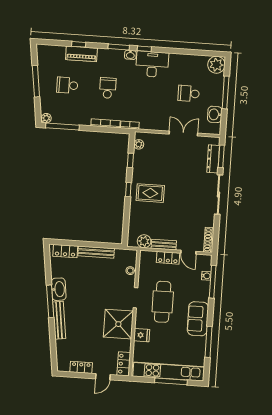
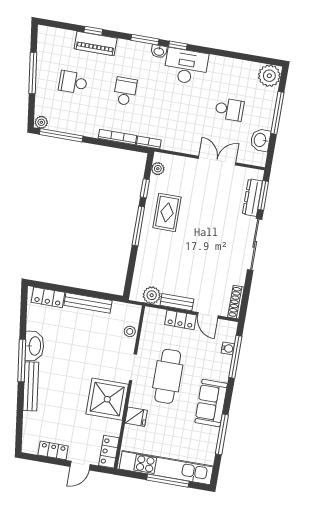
school desk: (189, 93) -> (229, 109), turned 180
window: (128, 190) -> (138, 226), width x2.17
rug: (150, 193) -> (167, 212), moved, turned 90

